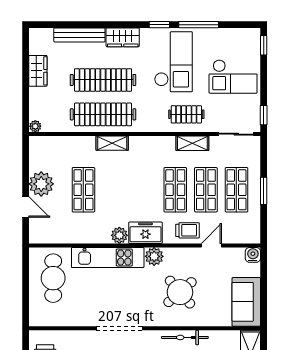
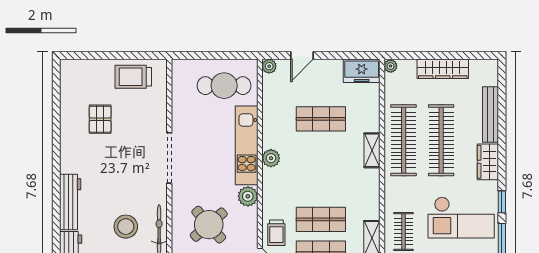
wardrobe: (38, 71) -> (443, 69), width x1.50
plant: (41, 184) -> (269, 66), moved, width x0.53, depth x0.53
freezer: (145, 233) -> (362, 71), moved, turned 90

